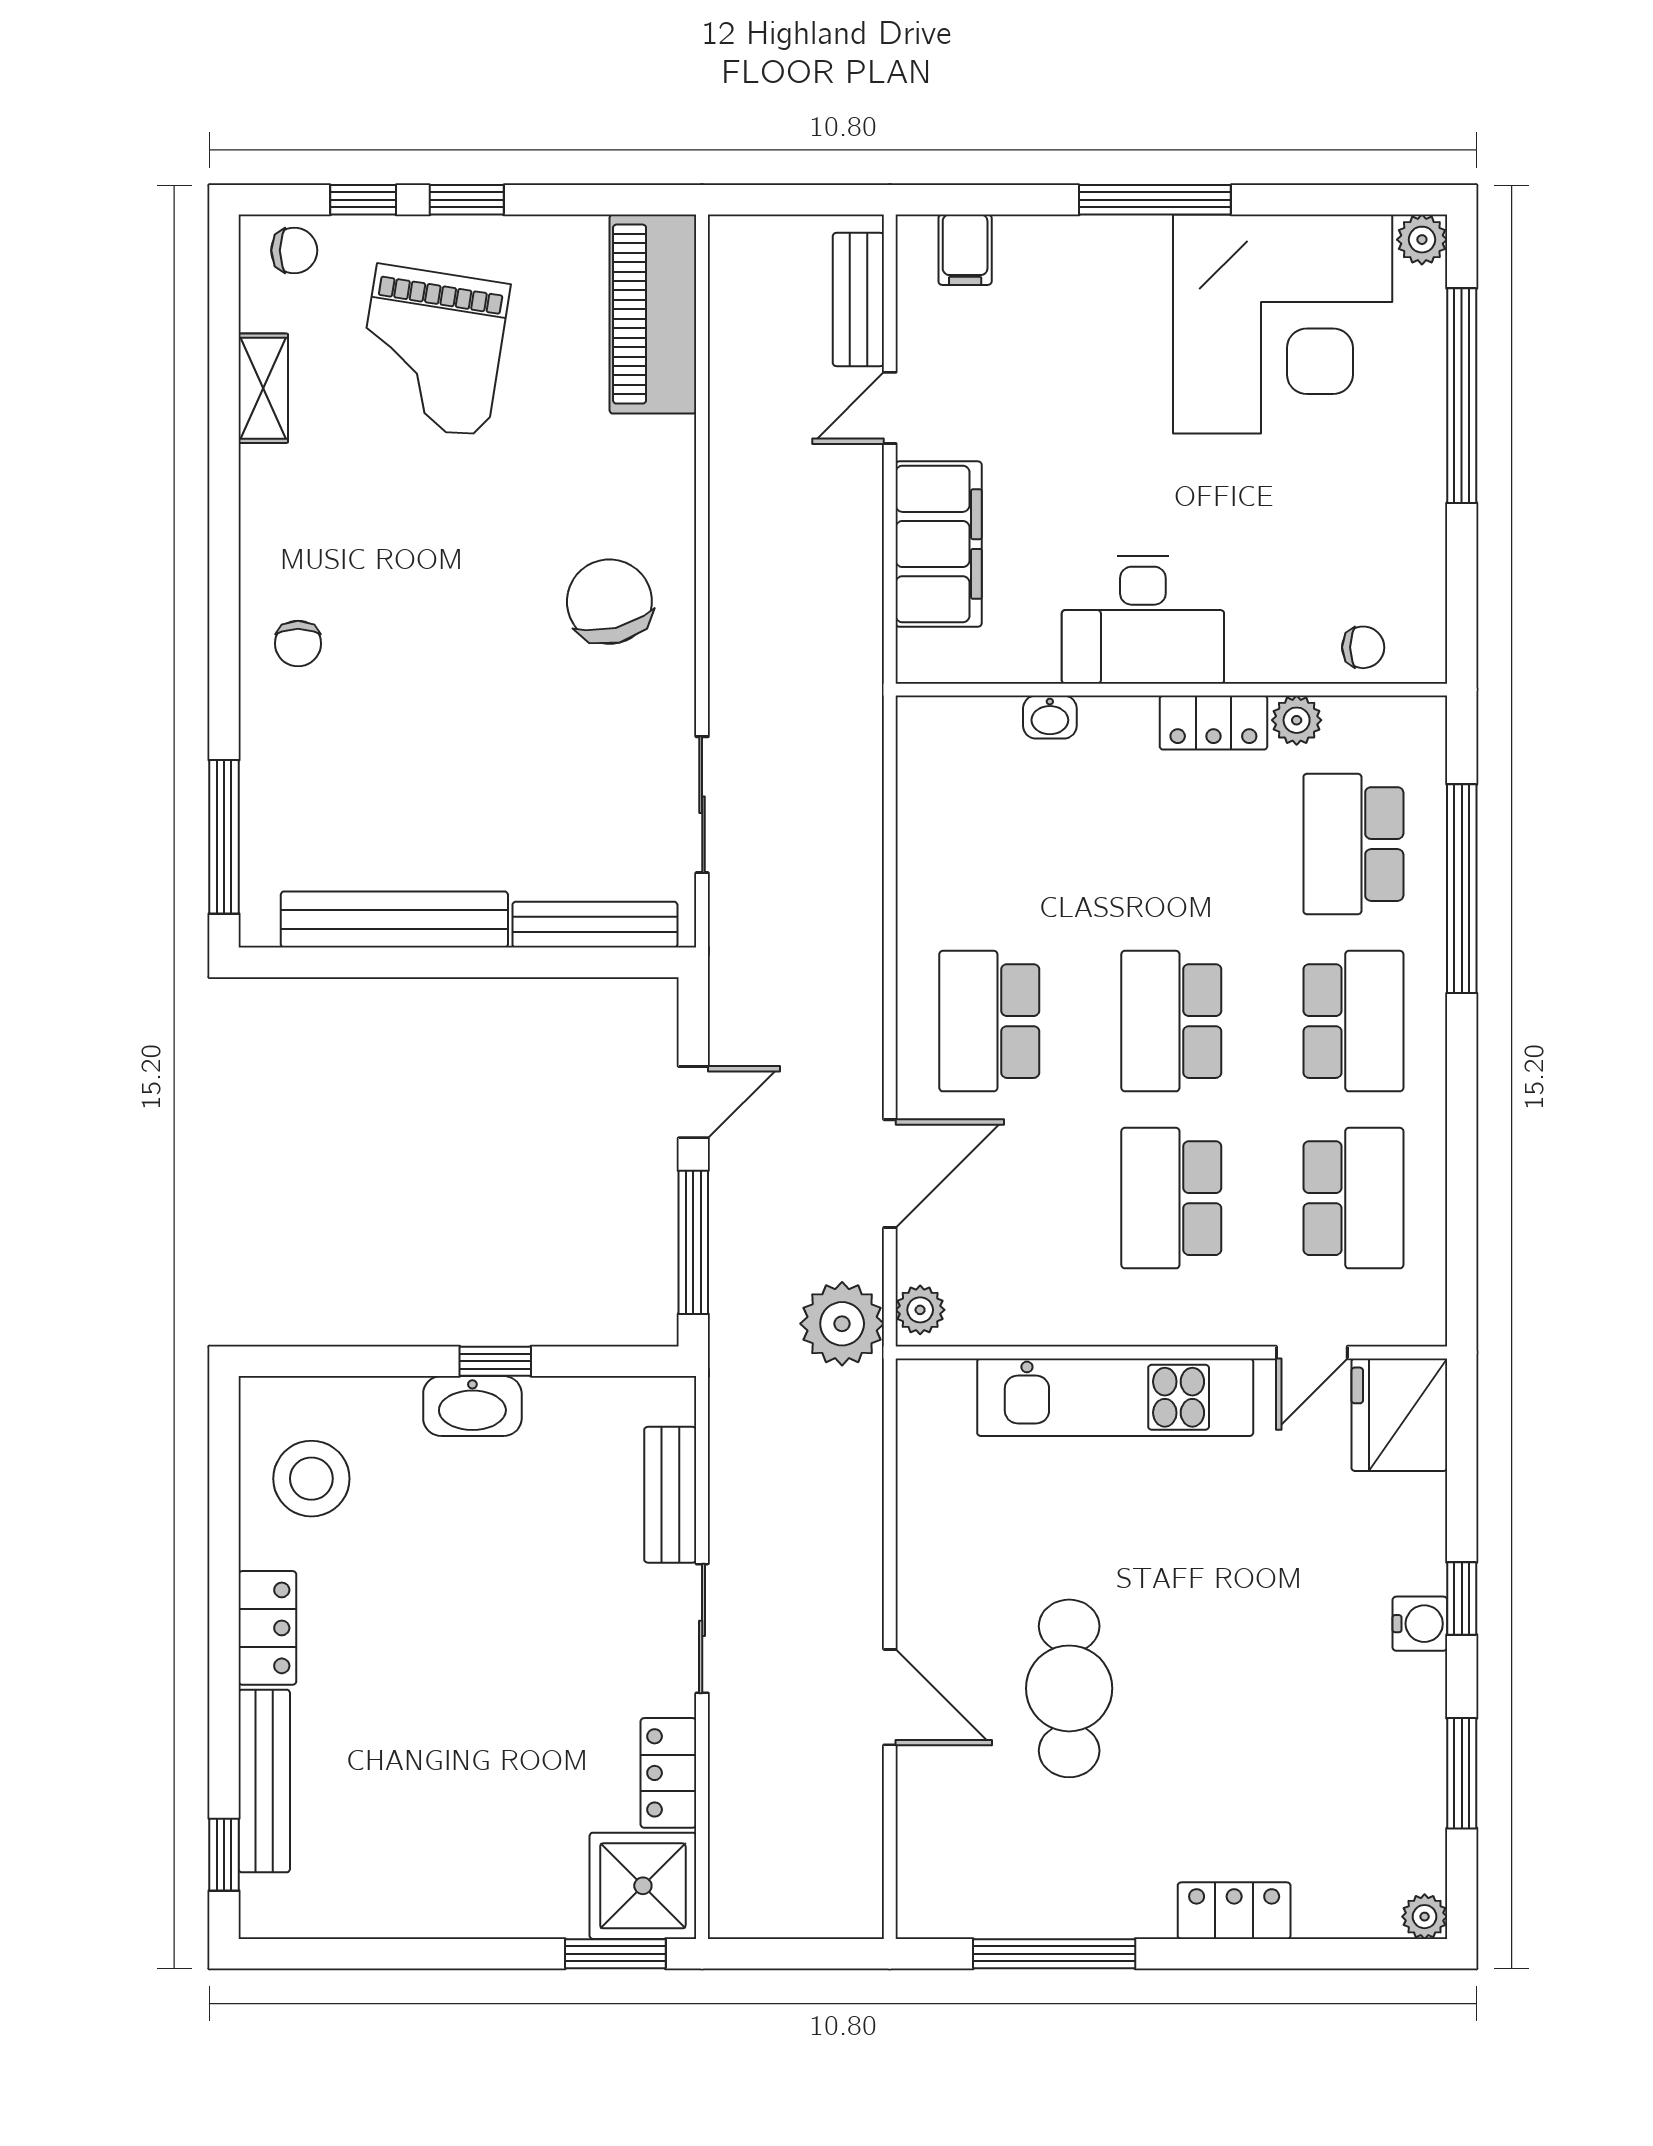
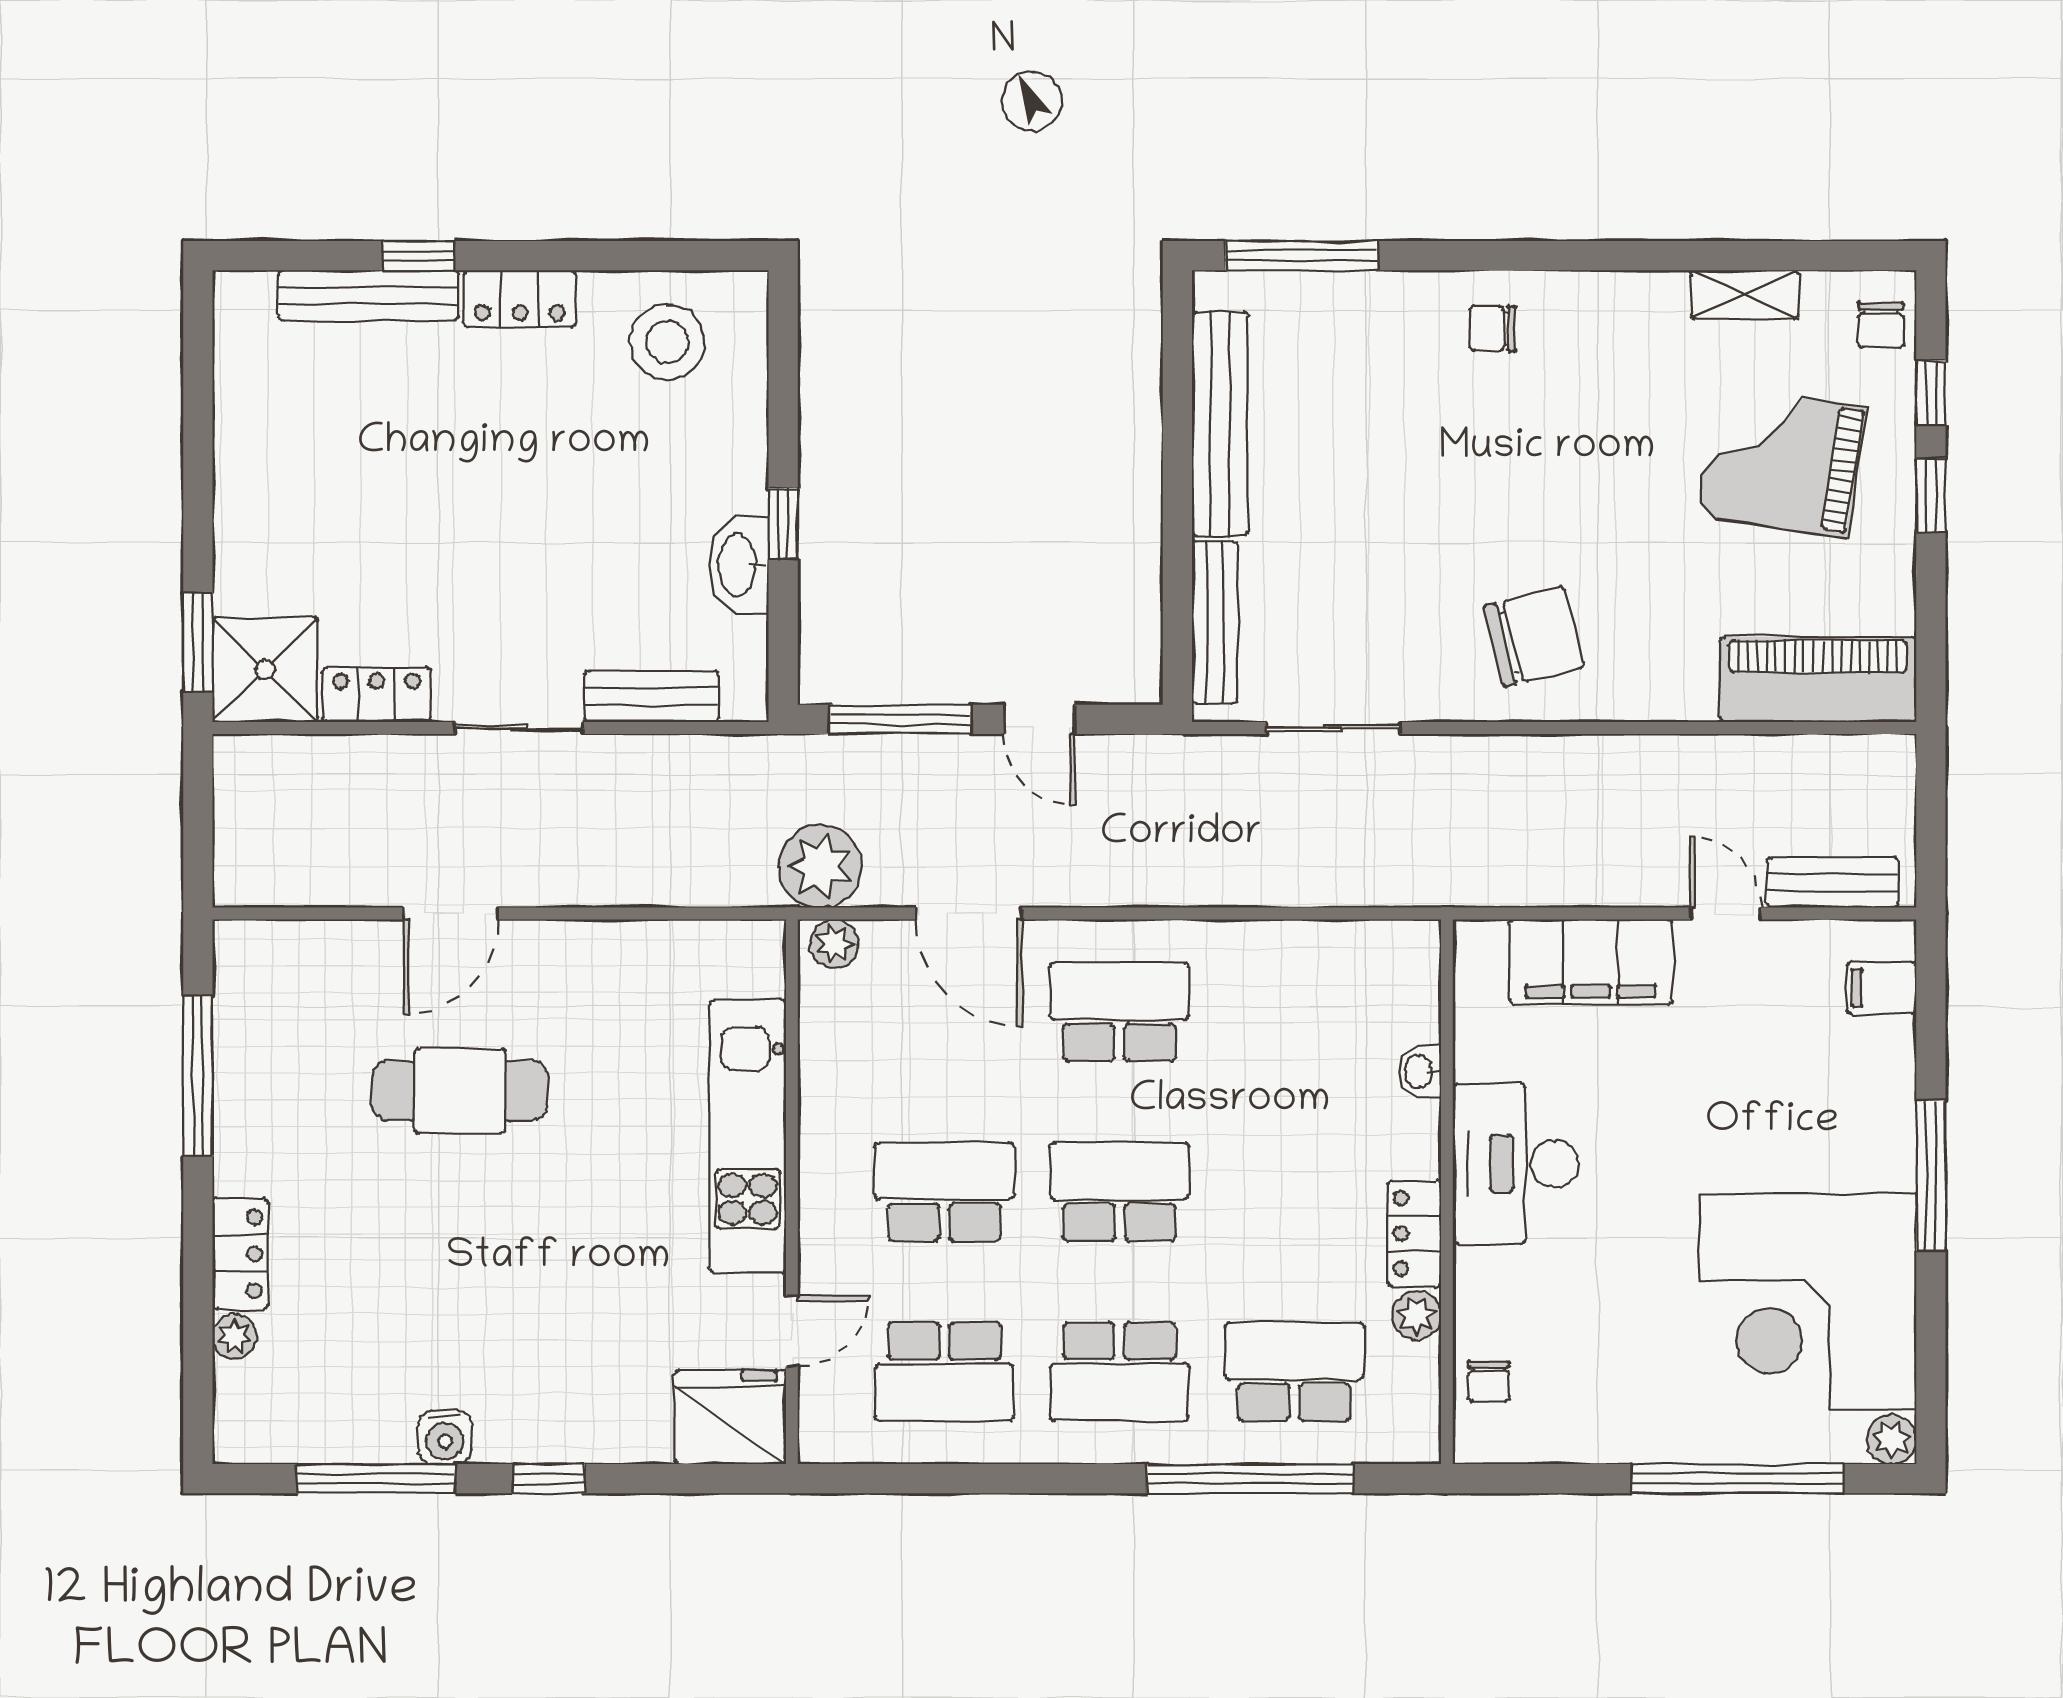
door: (1312, 1352) -> (792, 1331), swing flipped
washbasin: (472, 1406) -> (739, 565), moved
water cooler: (1420, 1624) -> (445, 1437), moved
window: (1462, 1773) -> (376, 1479), width x1.44
window: (224, 1855) -> (419, 256), moved
plant: (1425, 1917) -> (234, 1336), moved

